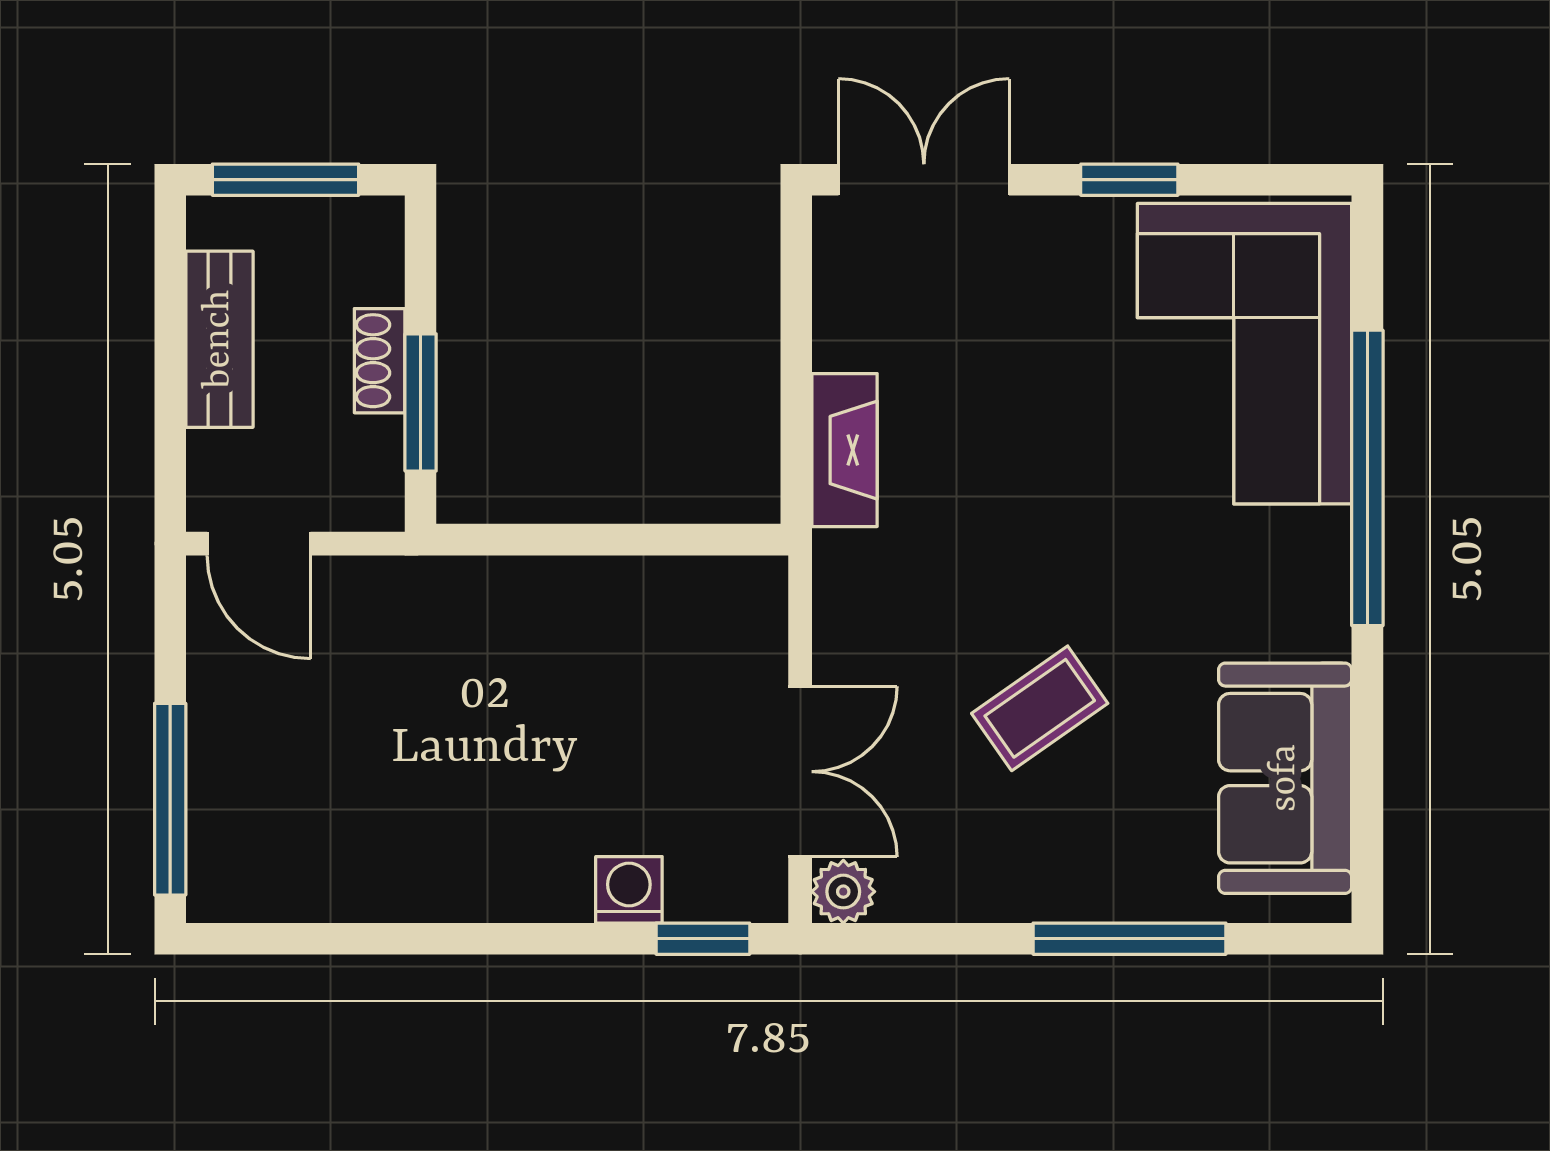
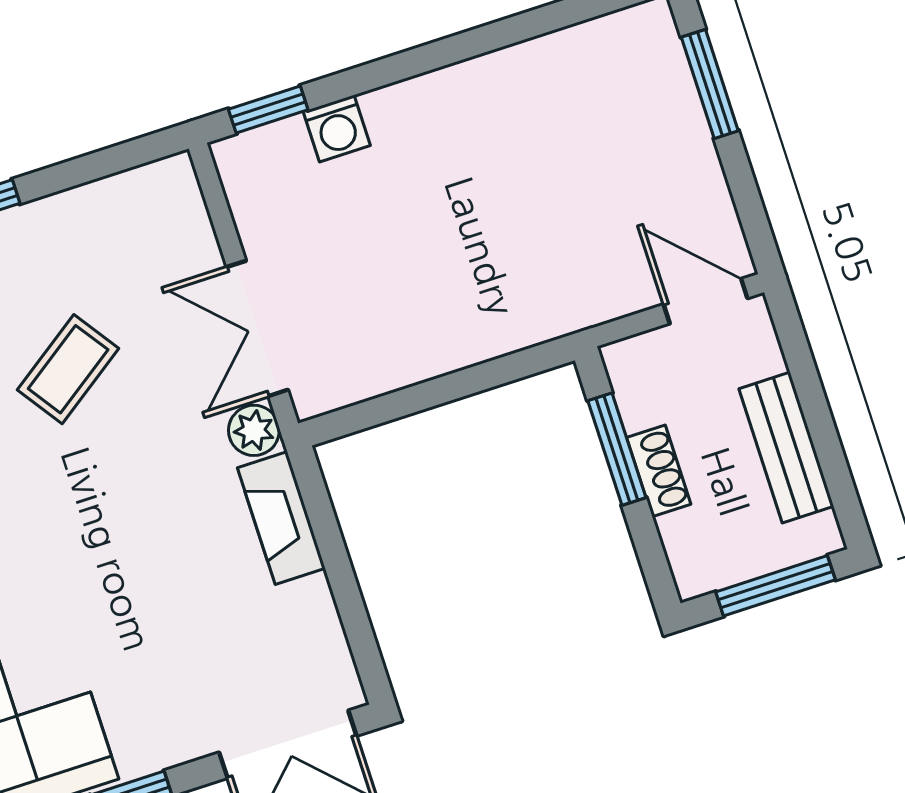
double door: (800, 772) -> (257, 328), moved
window: (170, 799) -> (710, 84), width x0.69
plant: (843, 892) -> (254, 430), moved

